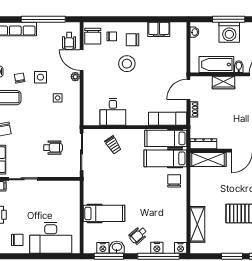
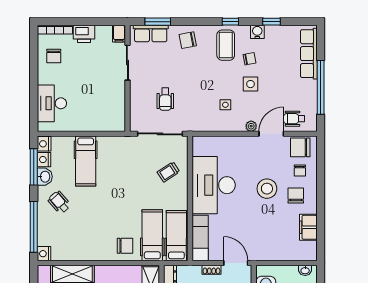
desk: (113, 112) -> (214, 185), width x1.87, depth x1.30
desk: (51, 238) -> (52, 103), width x0.73, depth x0.77
nightstand: (157, 248) -> (44, 144), moved

